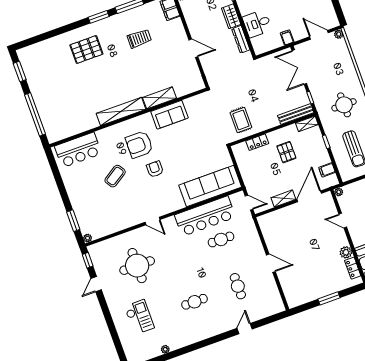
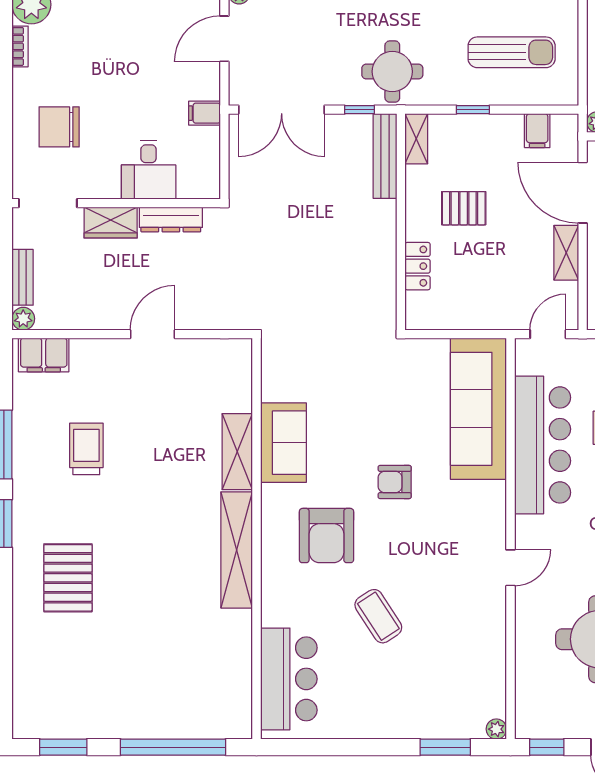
round table: (344, 105) -> (392, 72), moved
rug: (241, 120) -> (354, 285), removed
armchair: (155, 169) -> (395, 482), moved

